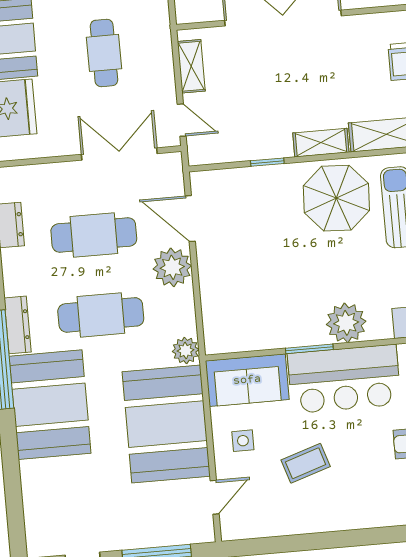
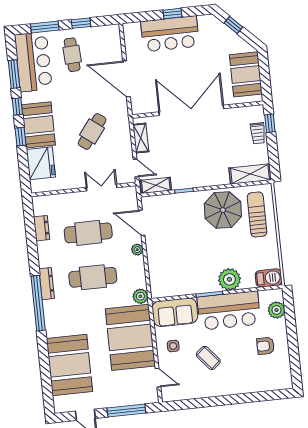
cafe table: (104, 53) -> (92, 131), turned 37
shelving: (321, 143) -> (156, 185), moved
double door: (119, 154) -> (102, 188), width x0.73
plant: (172, 267) -> (137, 250), width x0.53, depth x0.53
booth: (50, 405) -> (69, 365), moved
coffee table: (306, 463) -> (208, 358), turned 68
door: (215, 497) -> (158, 378), hinge flipped

